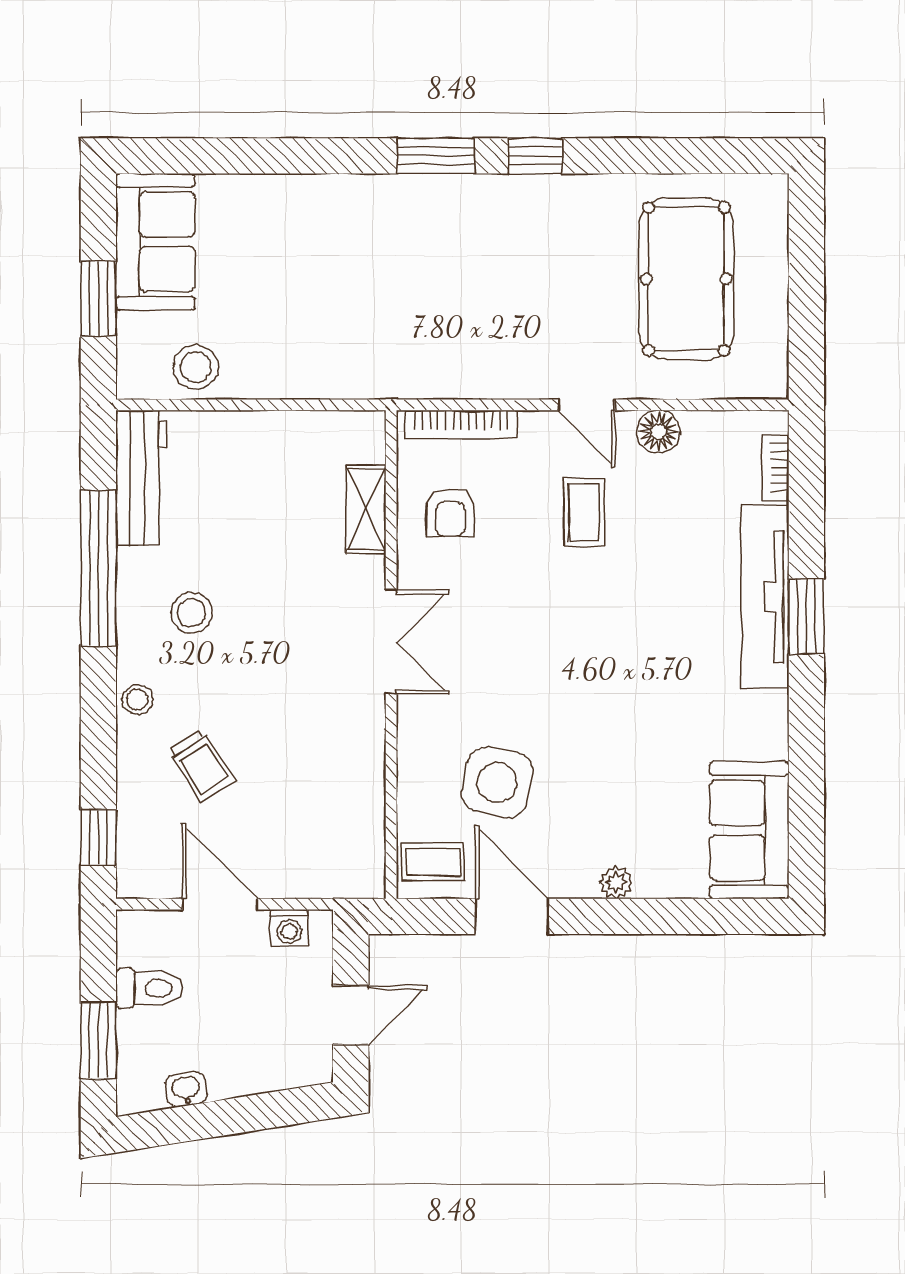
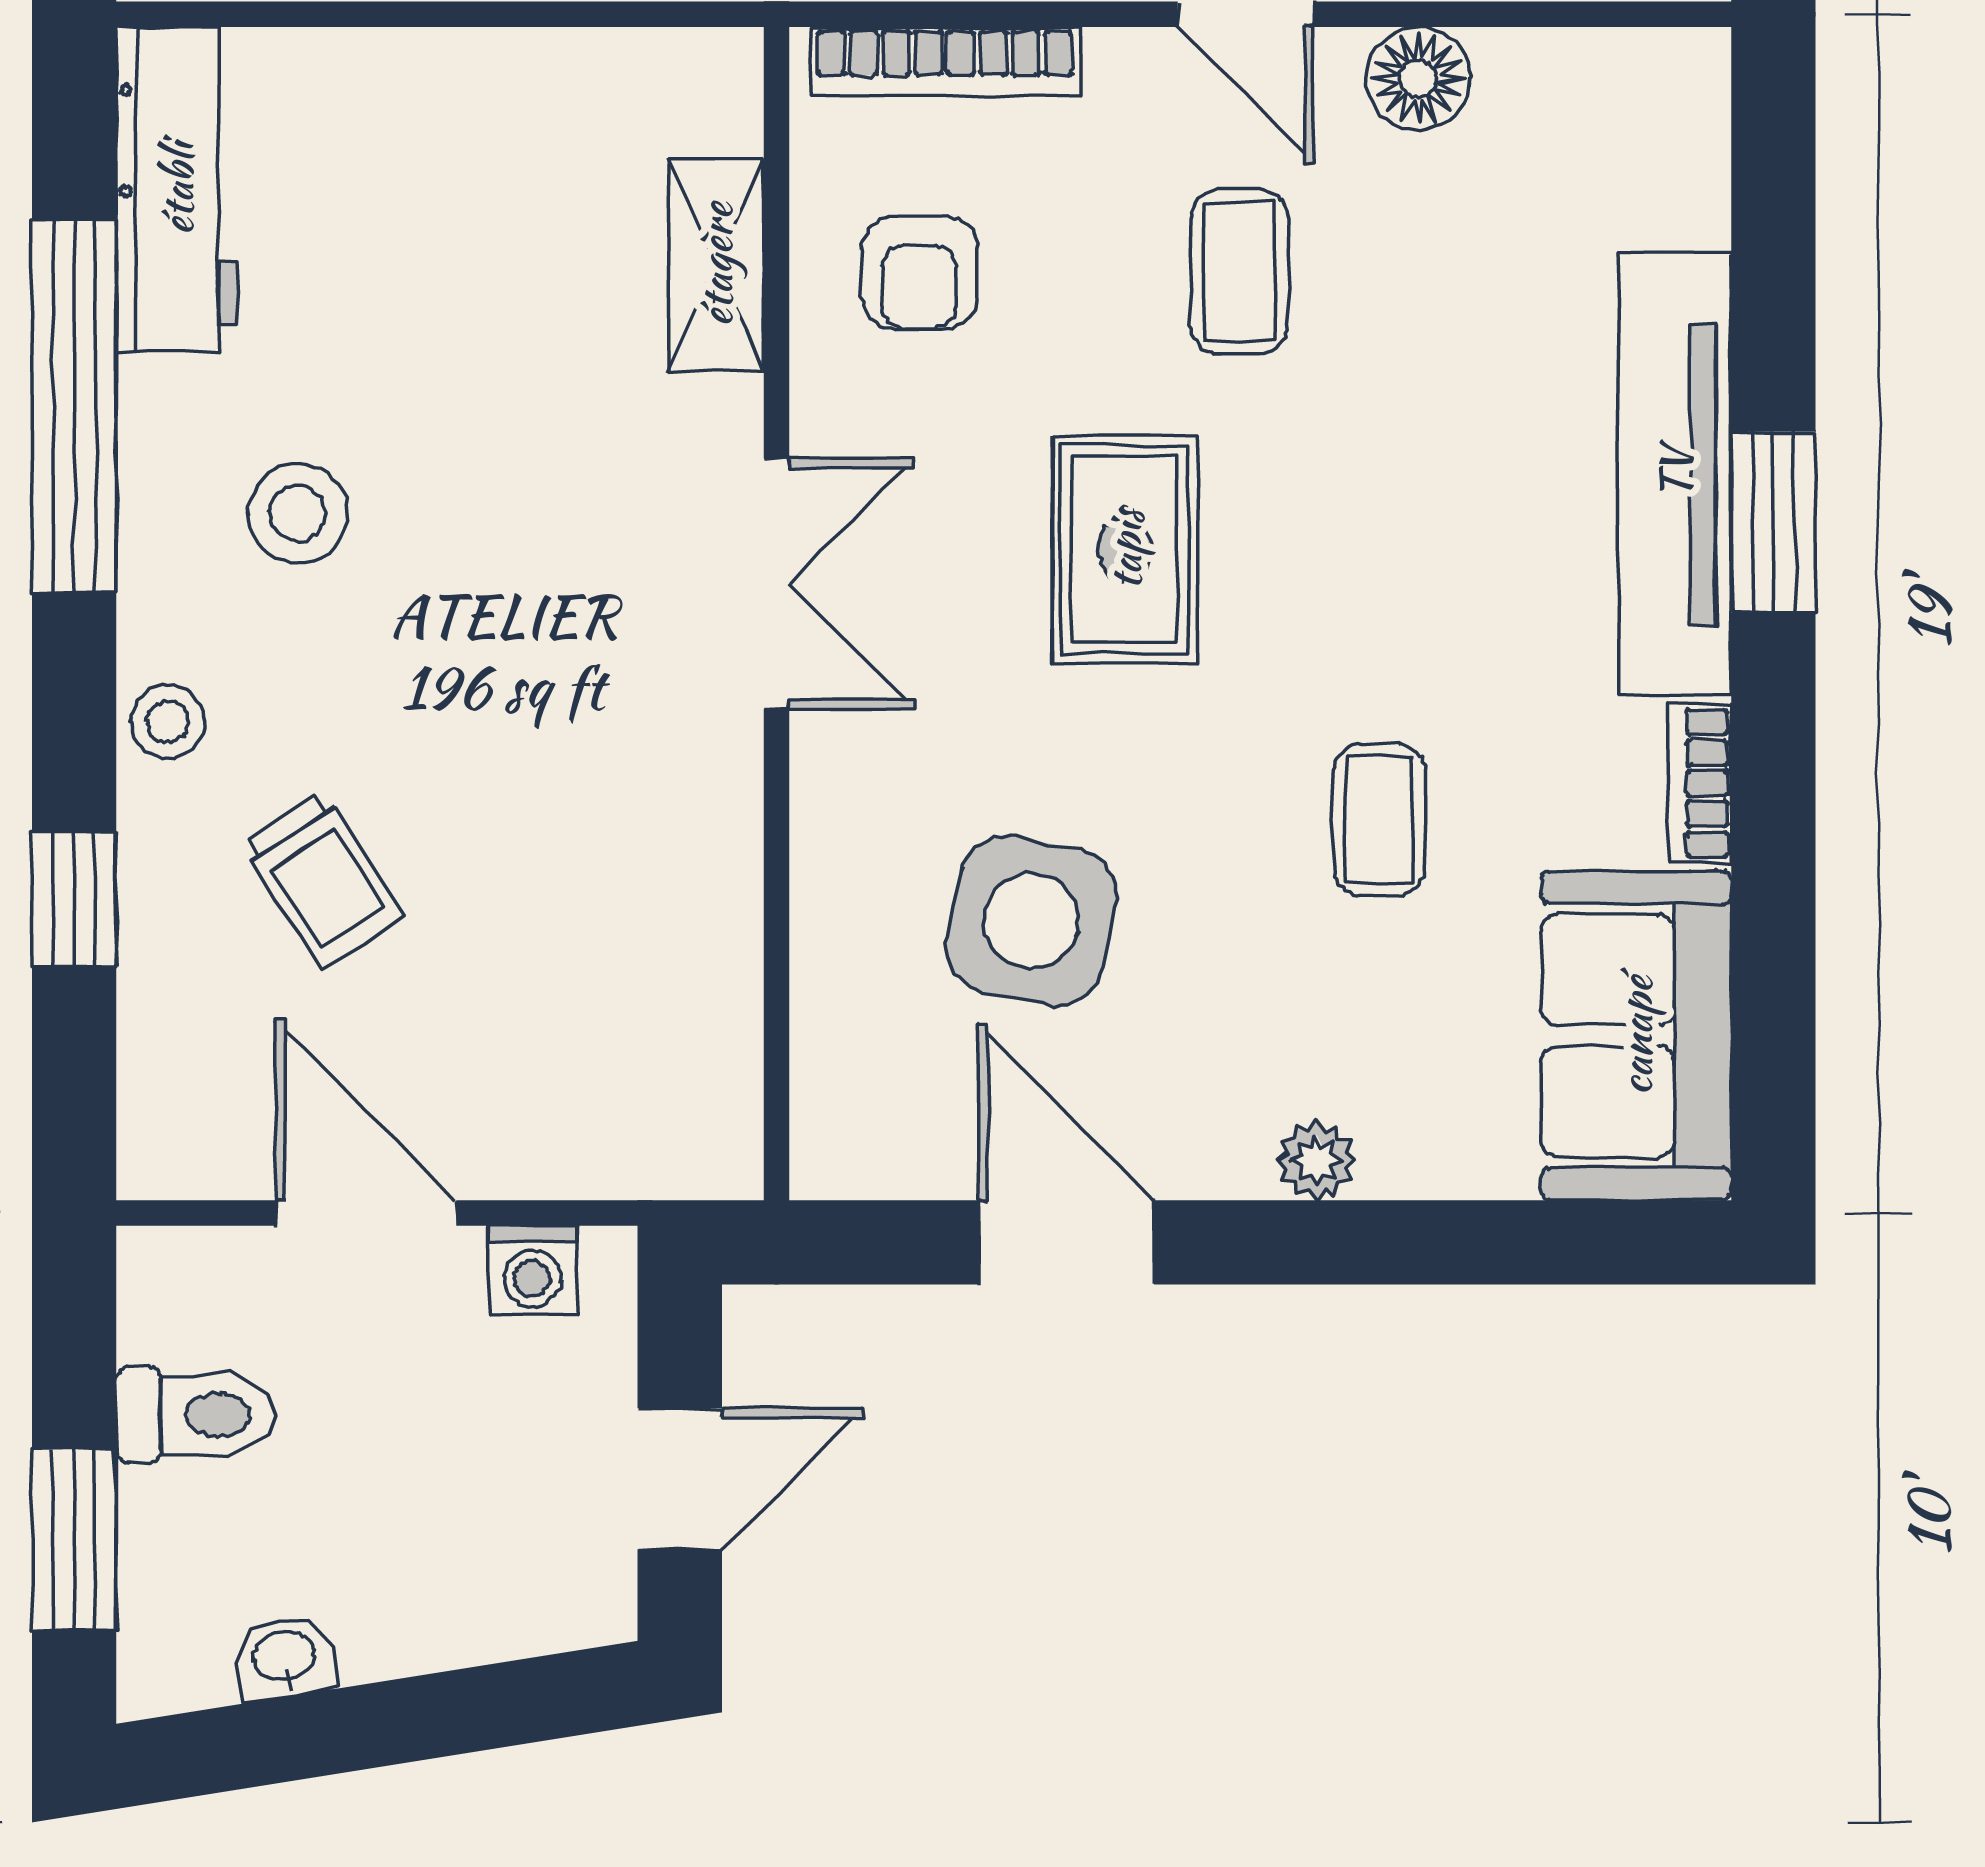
bookcase: (776, 468) -> (1700, 783), moved
rug: (536, 628) -> (1125, 549), added
window: (98, 837) -> (74, 900), moved
coffee table: (433, 862) -> (1380, 820), moved, turned 90

